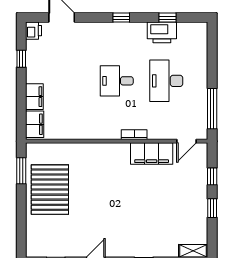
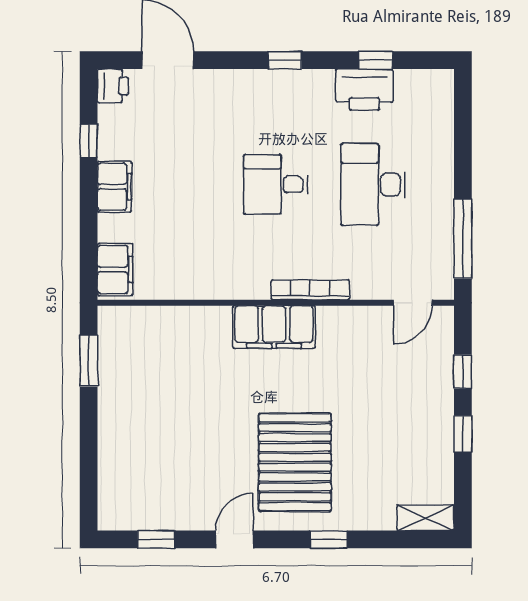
filing cabinet: (34, 97) -> (114, 187), moved
bookcase: (134, 135) -> (310, 290), width x1.56
filing cabinet: (152, 154) -> (274, 327), moved
pallet: (50, 190) -> (295, 462), moved

